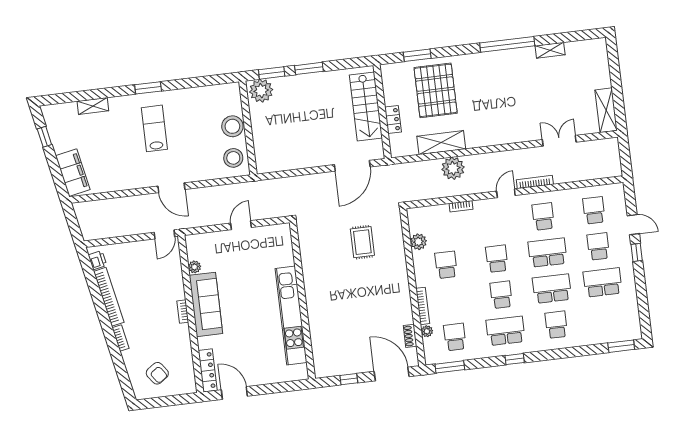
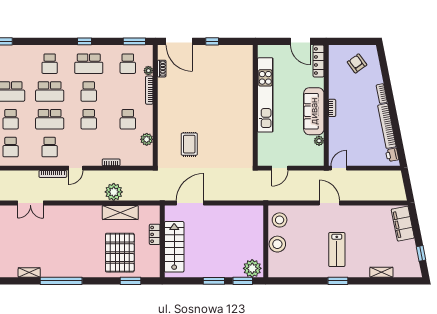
wall: (302, 301) -> (255, 105), moved
kitchen unit: (291, 316) -> (265, 95), moved

